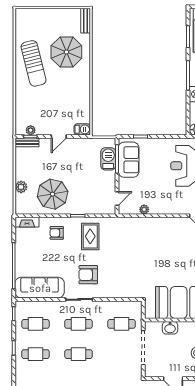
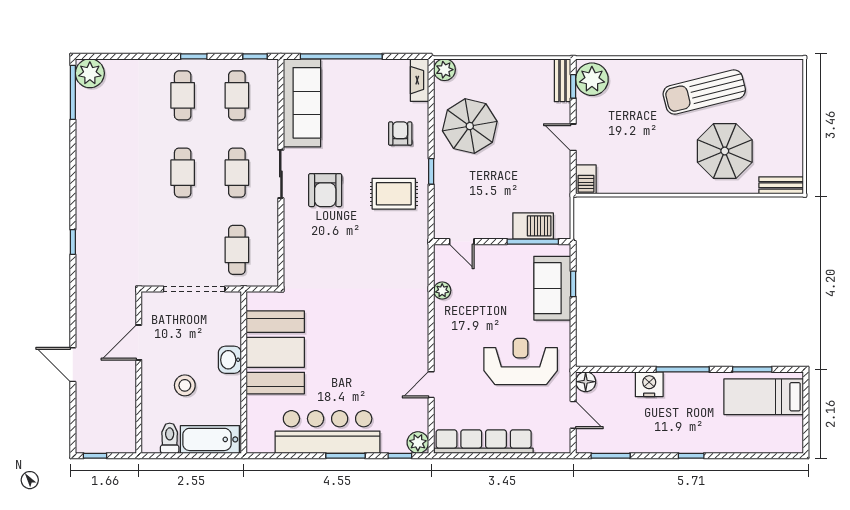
plant: (31, 130) -> (592, 79), width x1.87, depth x1.87
sofa: (129, 160) -> (552, 288), moved, turned 90
plant: (21, 187) -> (444, 70), moved
armchair: (88, 275) -> (325, 190), turned 180
washbasin: (170, 328) -> (230, 360), moved

